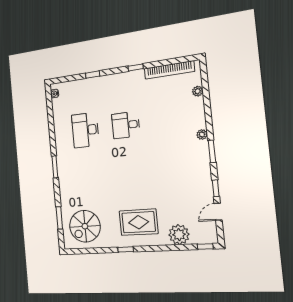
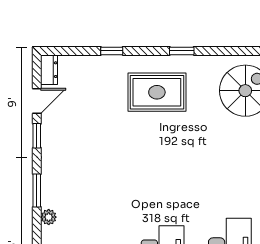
dresser: (212, 233) -> (49, 70), added
plant: (179, 235) -> (97, 70), removed
window: (205, 246) -> (112, 51), moved

